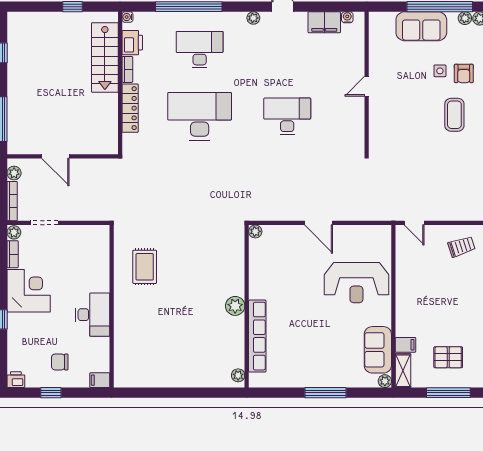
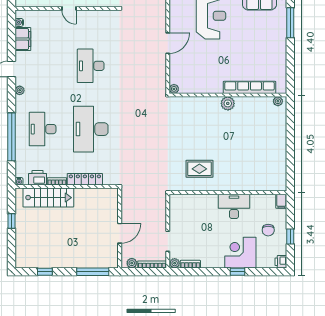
corner desk: (29, 291) -> (240, 253), moved
window: (325, 393) -> (290, 23), moved

